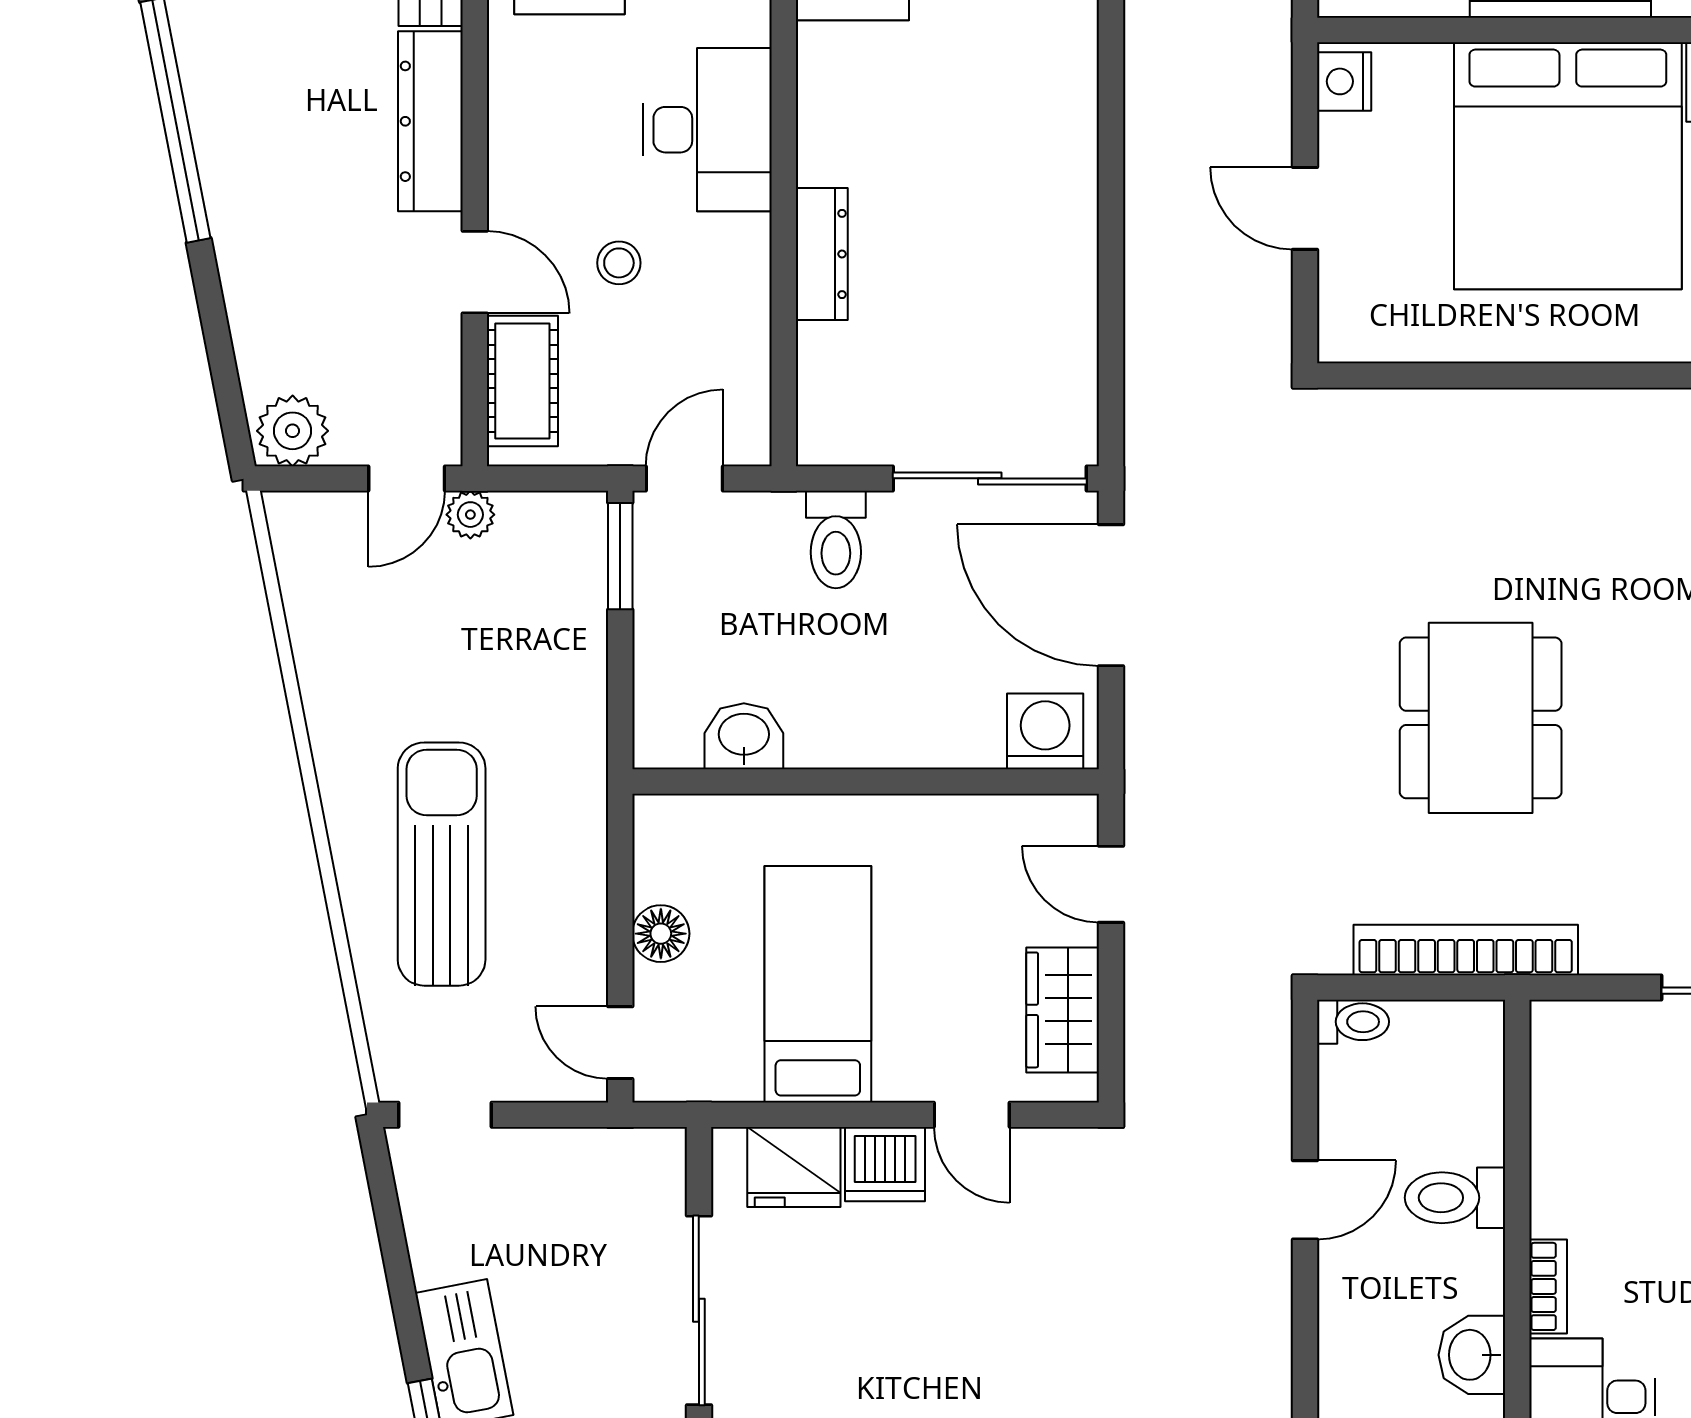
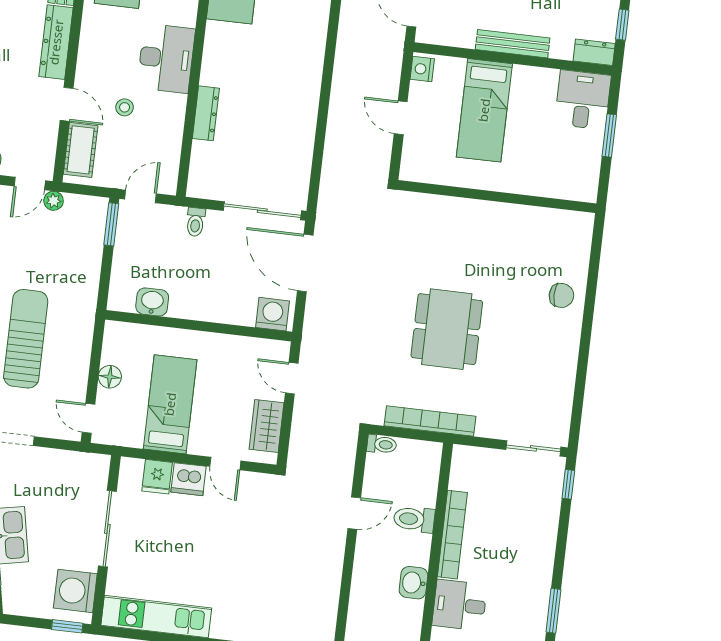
bed: (1568, 166) -> (484, 110), width x0.49
toilet: (836, 539) -> (196, 222), width x0.73, depth x0.72
fridge: (794, 1167) -> (157, 477), width x0.72
bookcase: (1548, 1286) -> (452, 535), width x2.31, depth x1.31

